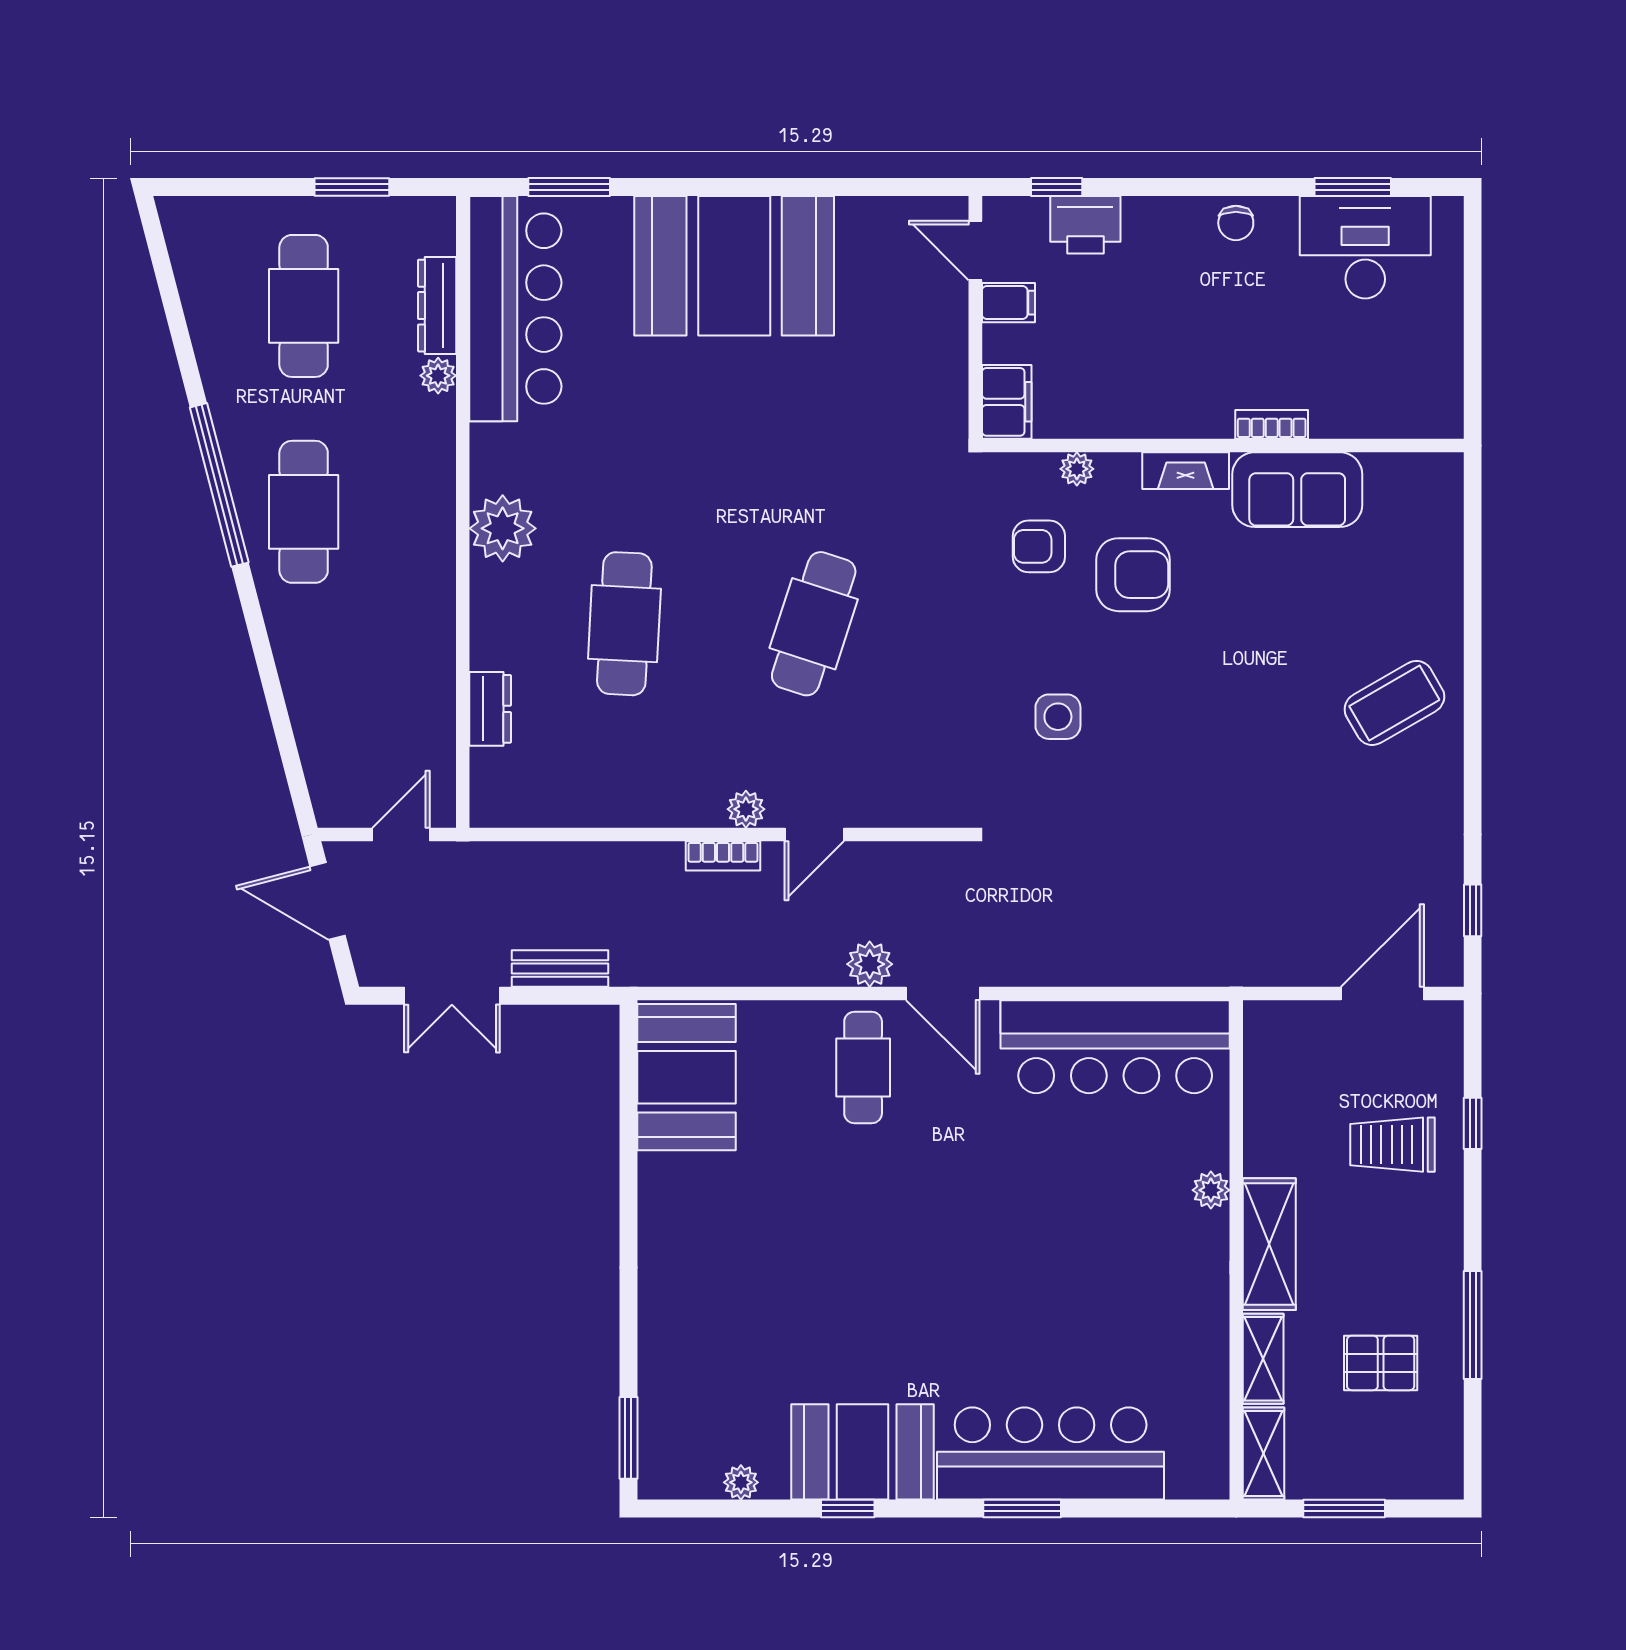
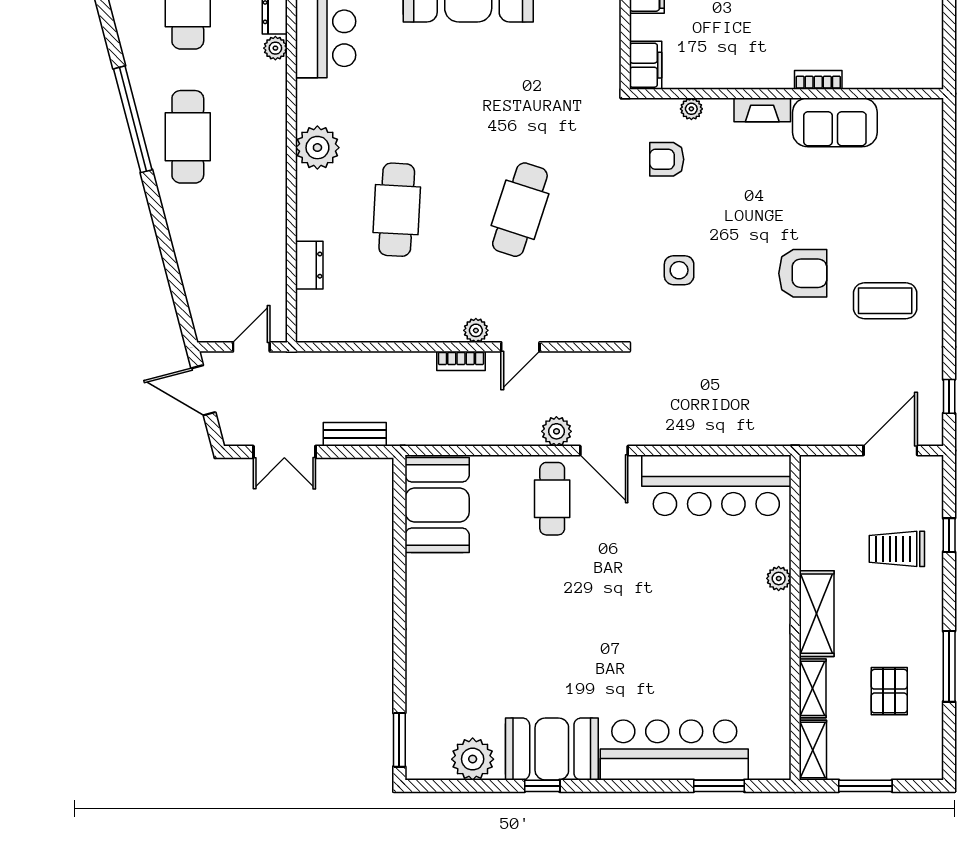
armchair: (1133, 575) -> (803, 273), moved
coffee table: (1394, 703) -> (885, 301), moved, turned 30
pallet: (1381, 1363) -> (889, 691), turned 90
plant: (741, 1482) -> (473, 759), width x1.88, depth x1.88
window: (1022, 1508) -> (719, 786), moved

